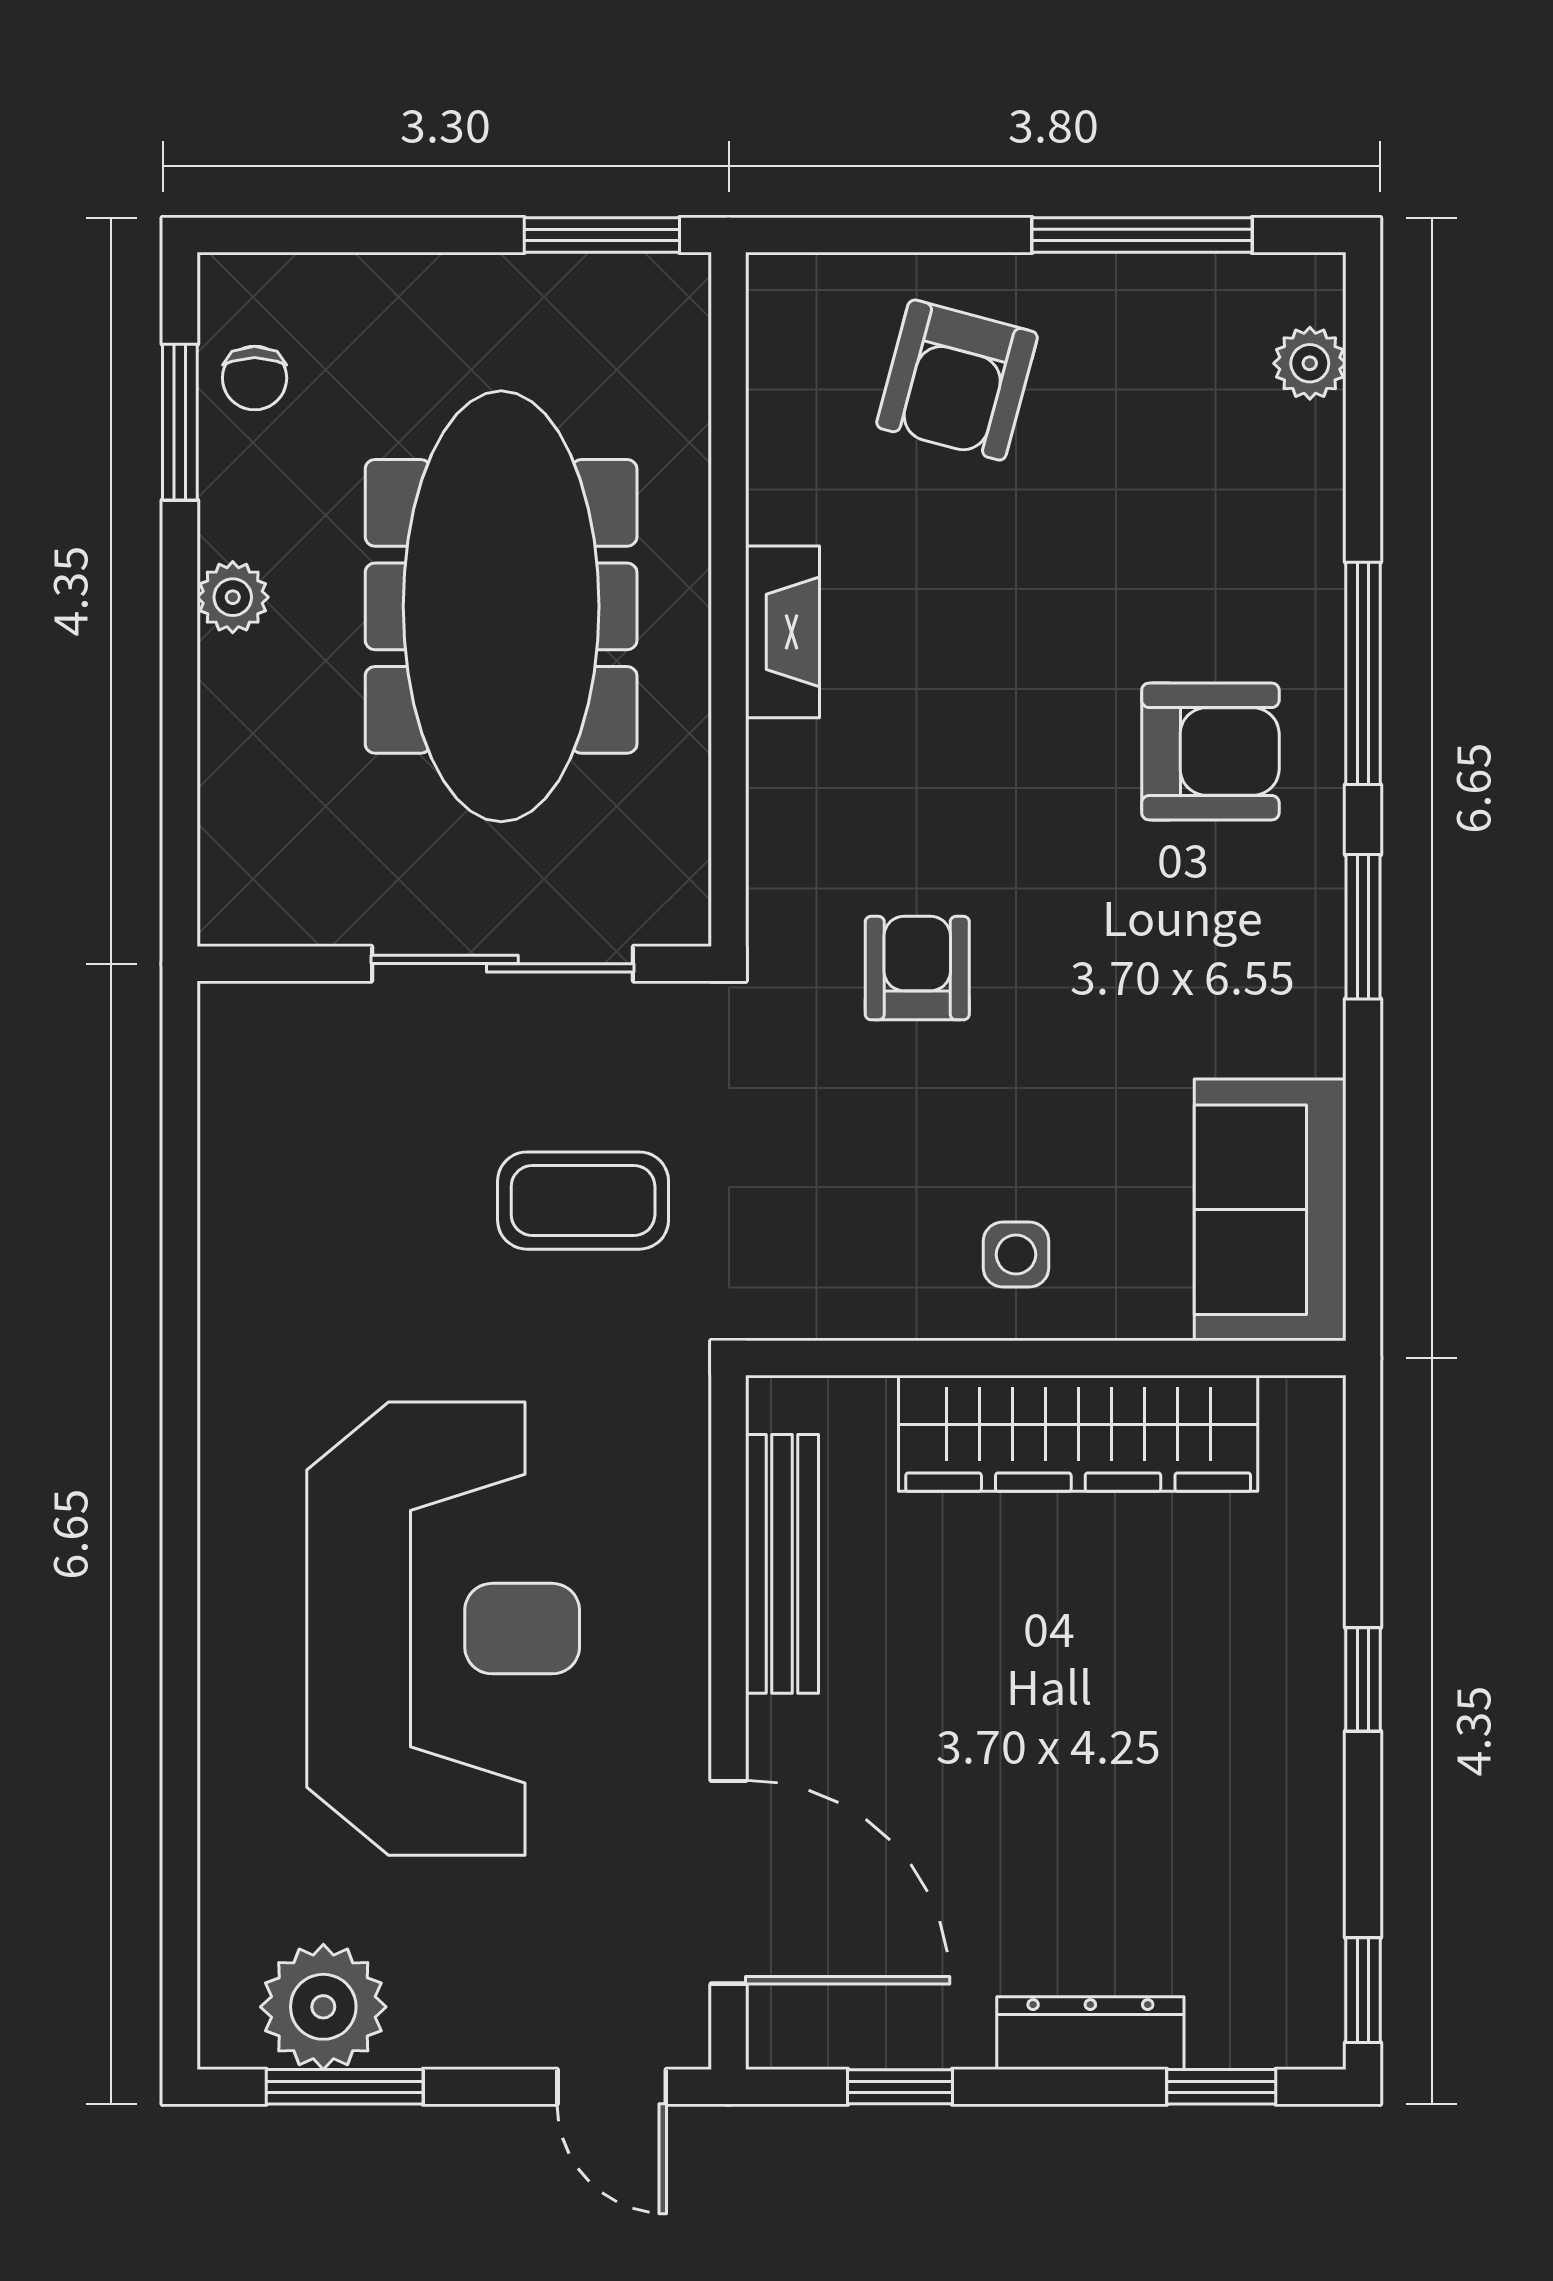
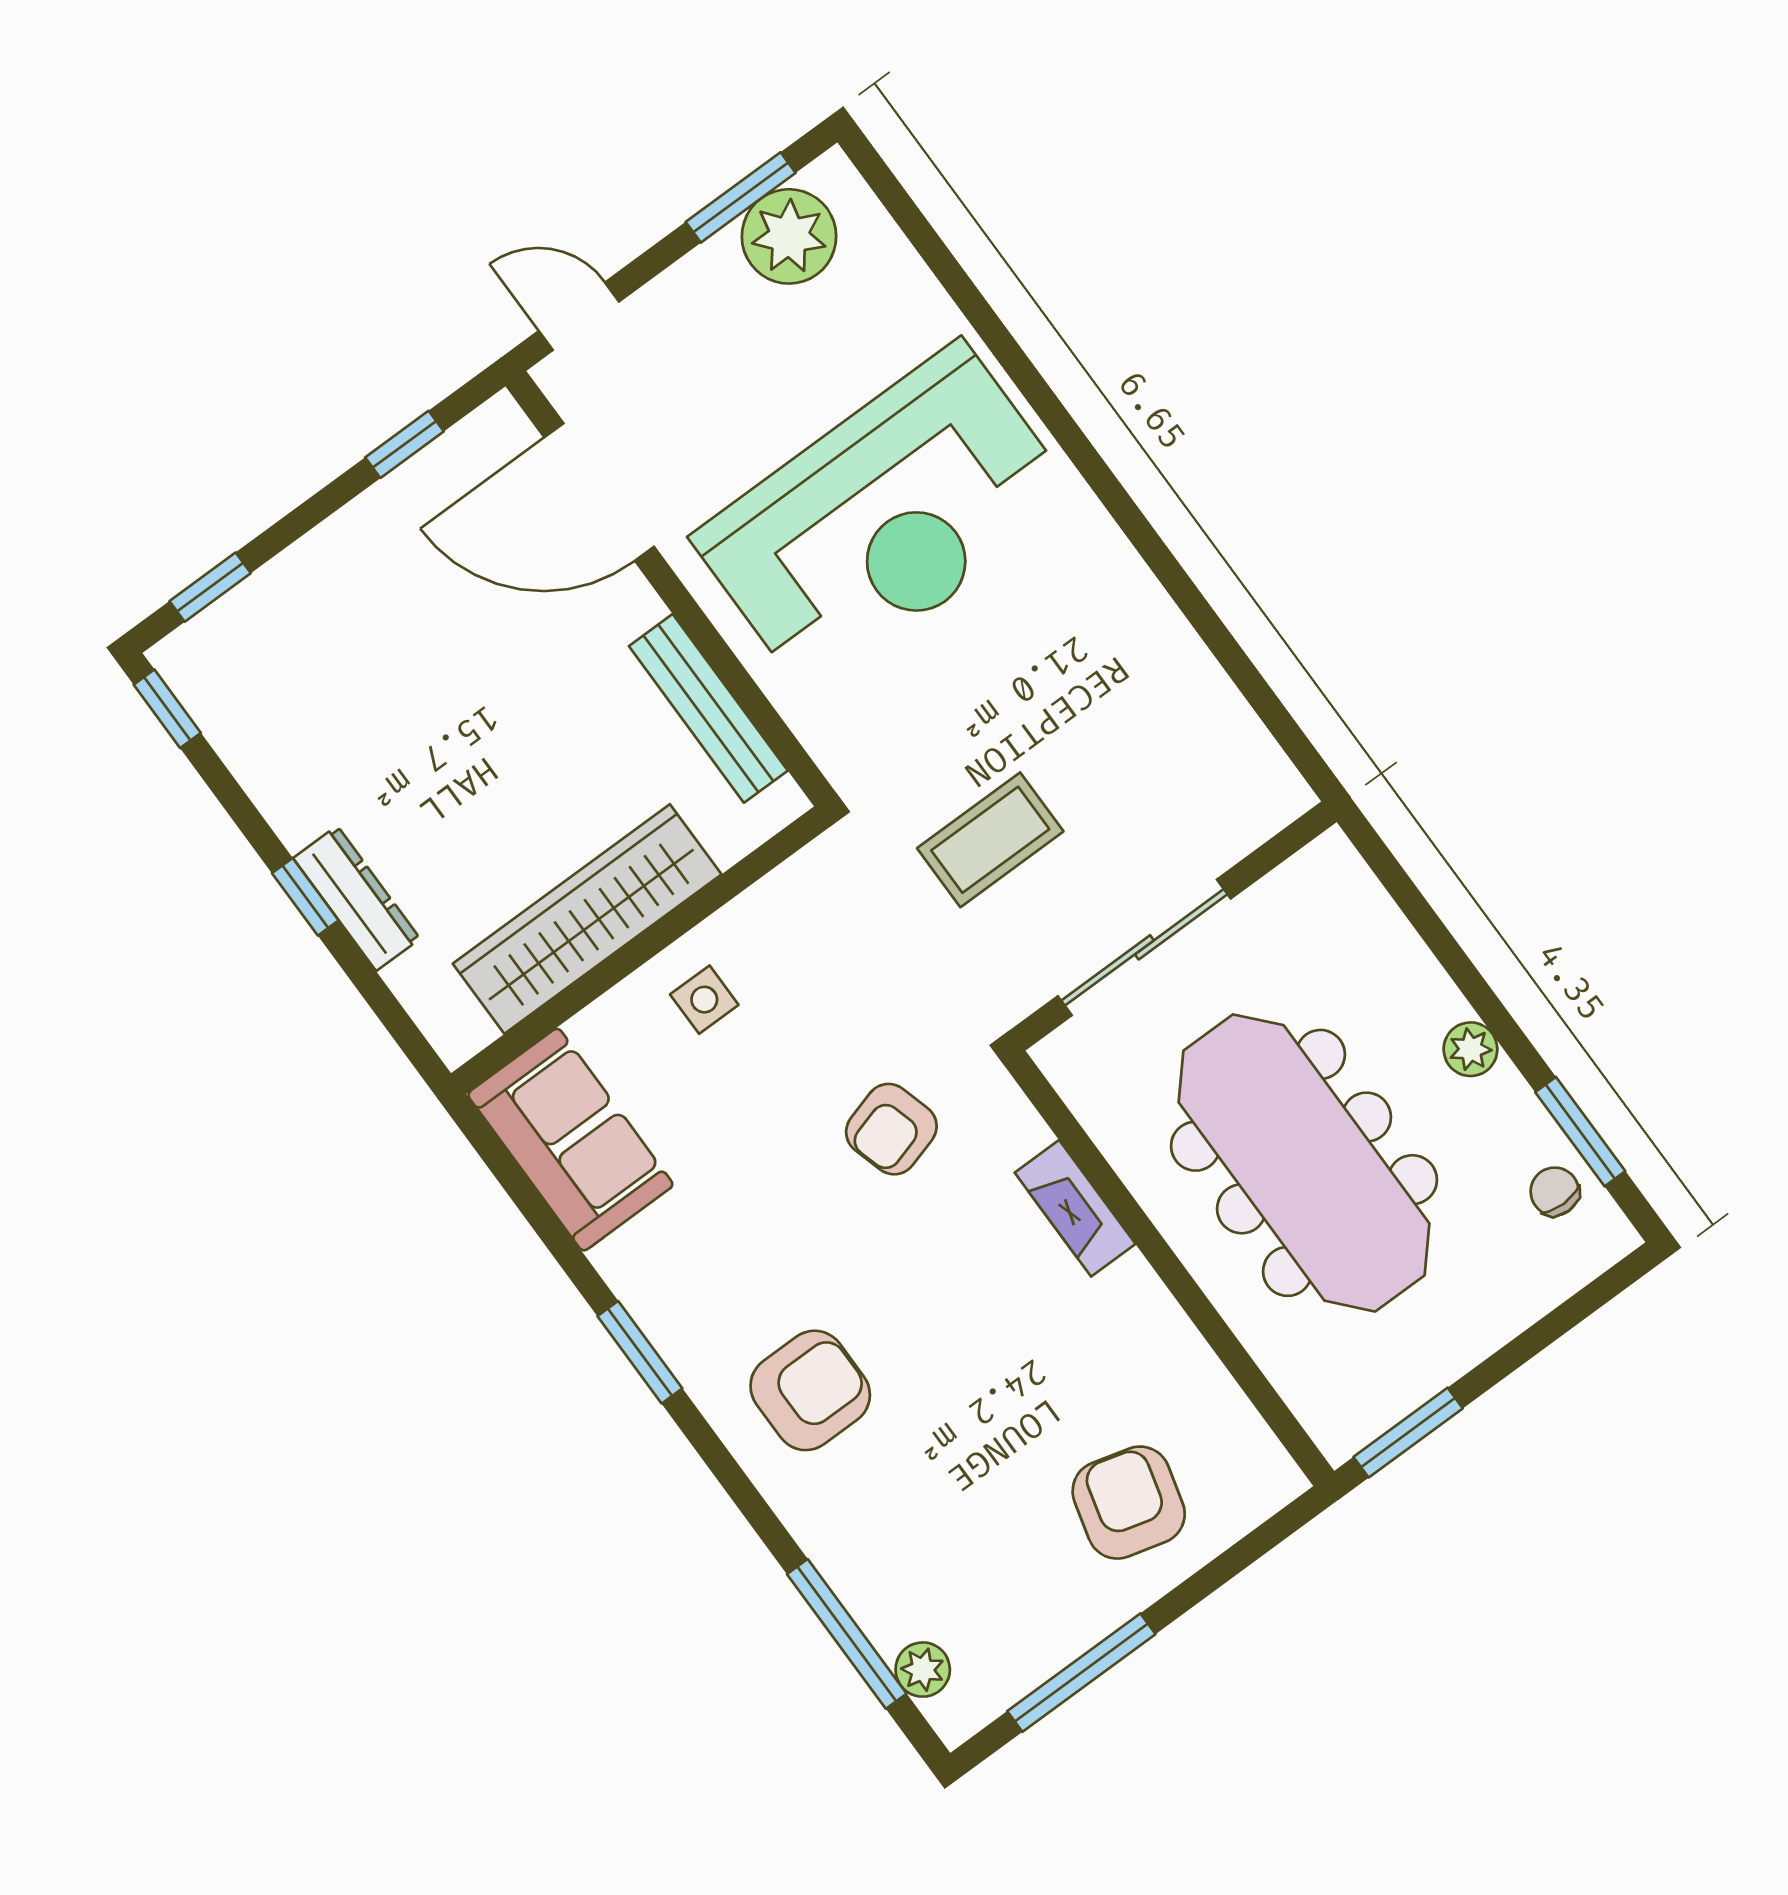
fireplace: (783, 632) -> (1075, 1208), moved
window: (1363, 673) -> (847, 1634), moved
armchair: (1210, 752) -> (810, 1390), turned 180
armchair: (917, 968) -> (891, 1129), turned 74
reception desk: (443, 1629) -> (885, 519), turned -90
dresser: (1090, 2033) -> (357, 898), moved, turned -90

